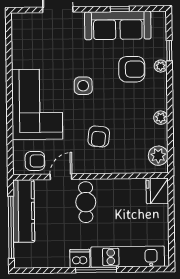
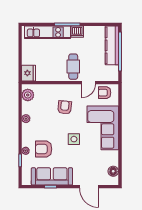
floor lamp: (19, 35) -> (113, 171), added
kitchen counter: (24, 211) -> (112, 45), moved

